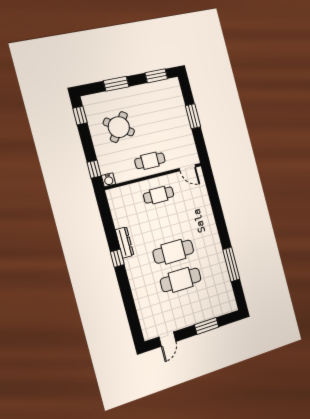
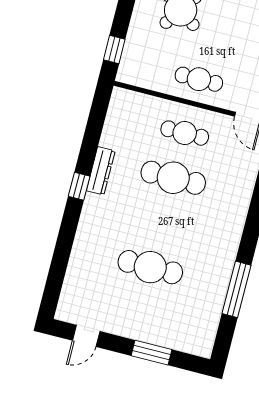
water cooler: (109, 180) -> (126, 74), removed
cafe table: (173, 252) -> (173, 178), moved

